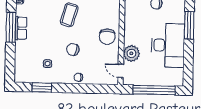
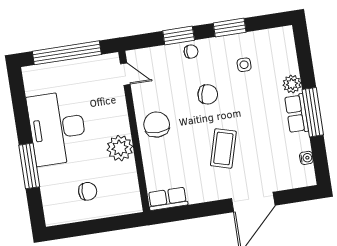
plant: (20, 47) -> (292, 84), added
plant: (131, 53) -> (120, 148), moved
window: (42, 87) -> (230, 28), moved
window: (84, 88) -> (179, 35), added

